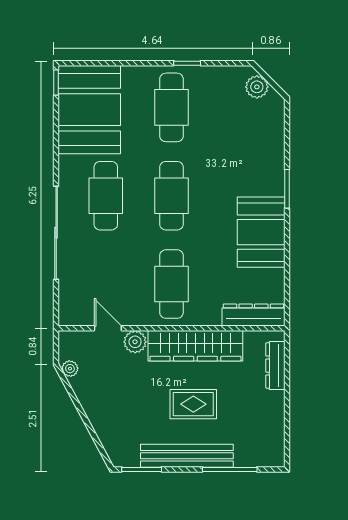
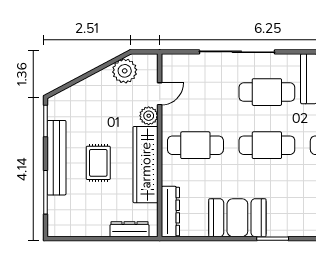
plant: (70, 369) -> (125, 71), width x1.87, depth x1.87

